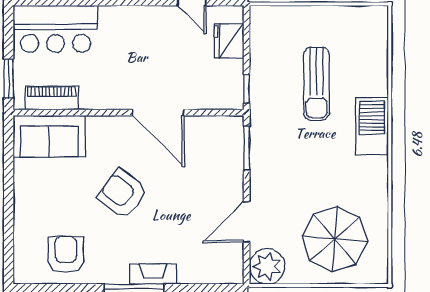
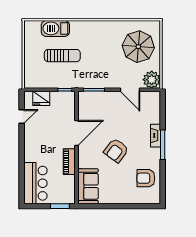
piano: (52, 98) -> (69, 162), moved
barbecue: (372, 126) -> (55, 28), moved

